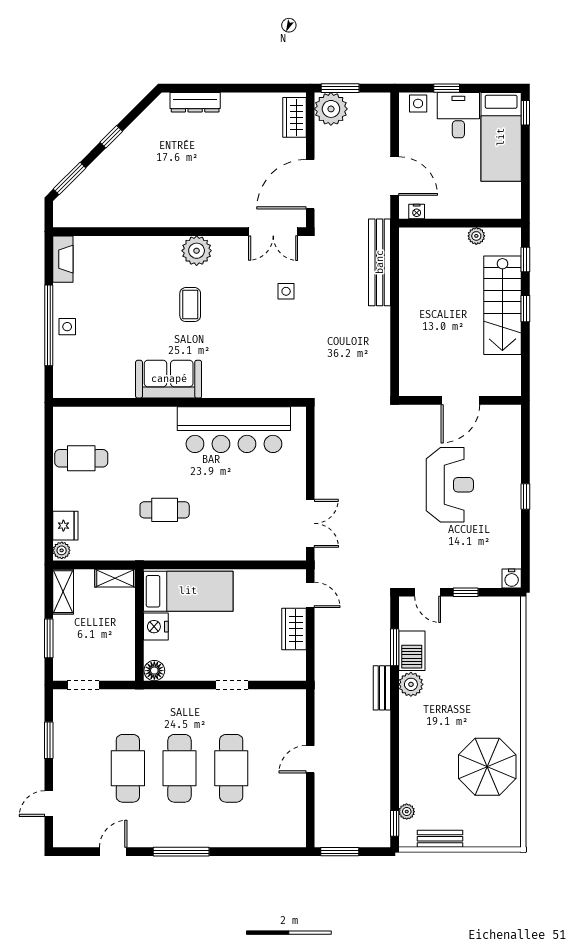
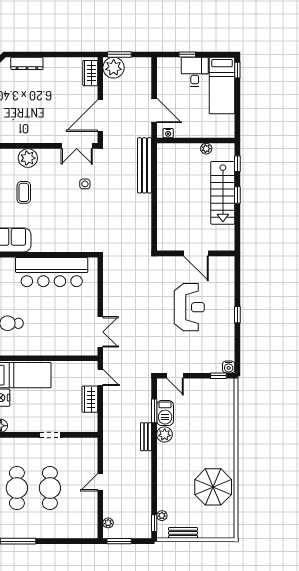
side table: (418, 103) -> (169, 64), removed
door: (460, 400) -> (196, 253), hinge flipped
window: (466, 592) -> (218, 376), moved
plant: (322, 823) -> (108, 523), added

